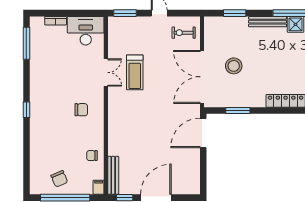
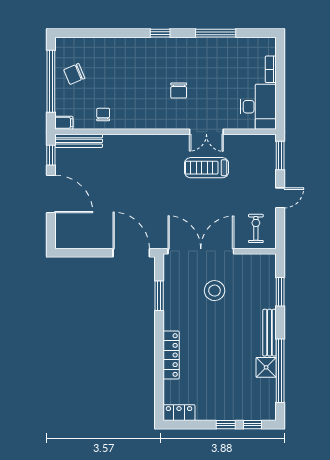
window: (26, 43) -> (216, 33), moved
chair: (81, 110) -> (179, 90), moved

